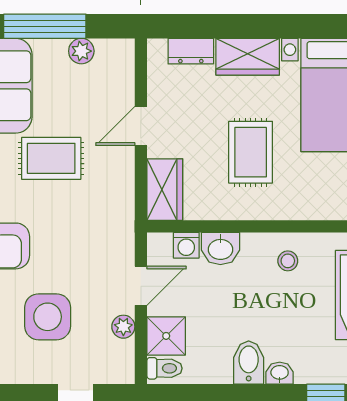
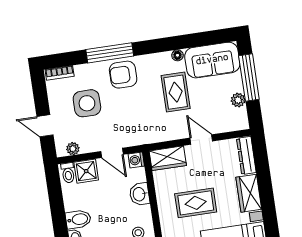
dresser: (191, 51) -> (246, 156), width x1.44
washing machine: (186, 245) -> (136, 160), moved
plant: (123, 327) -> (73, 149), moved

